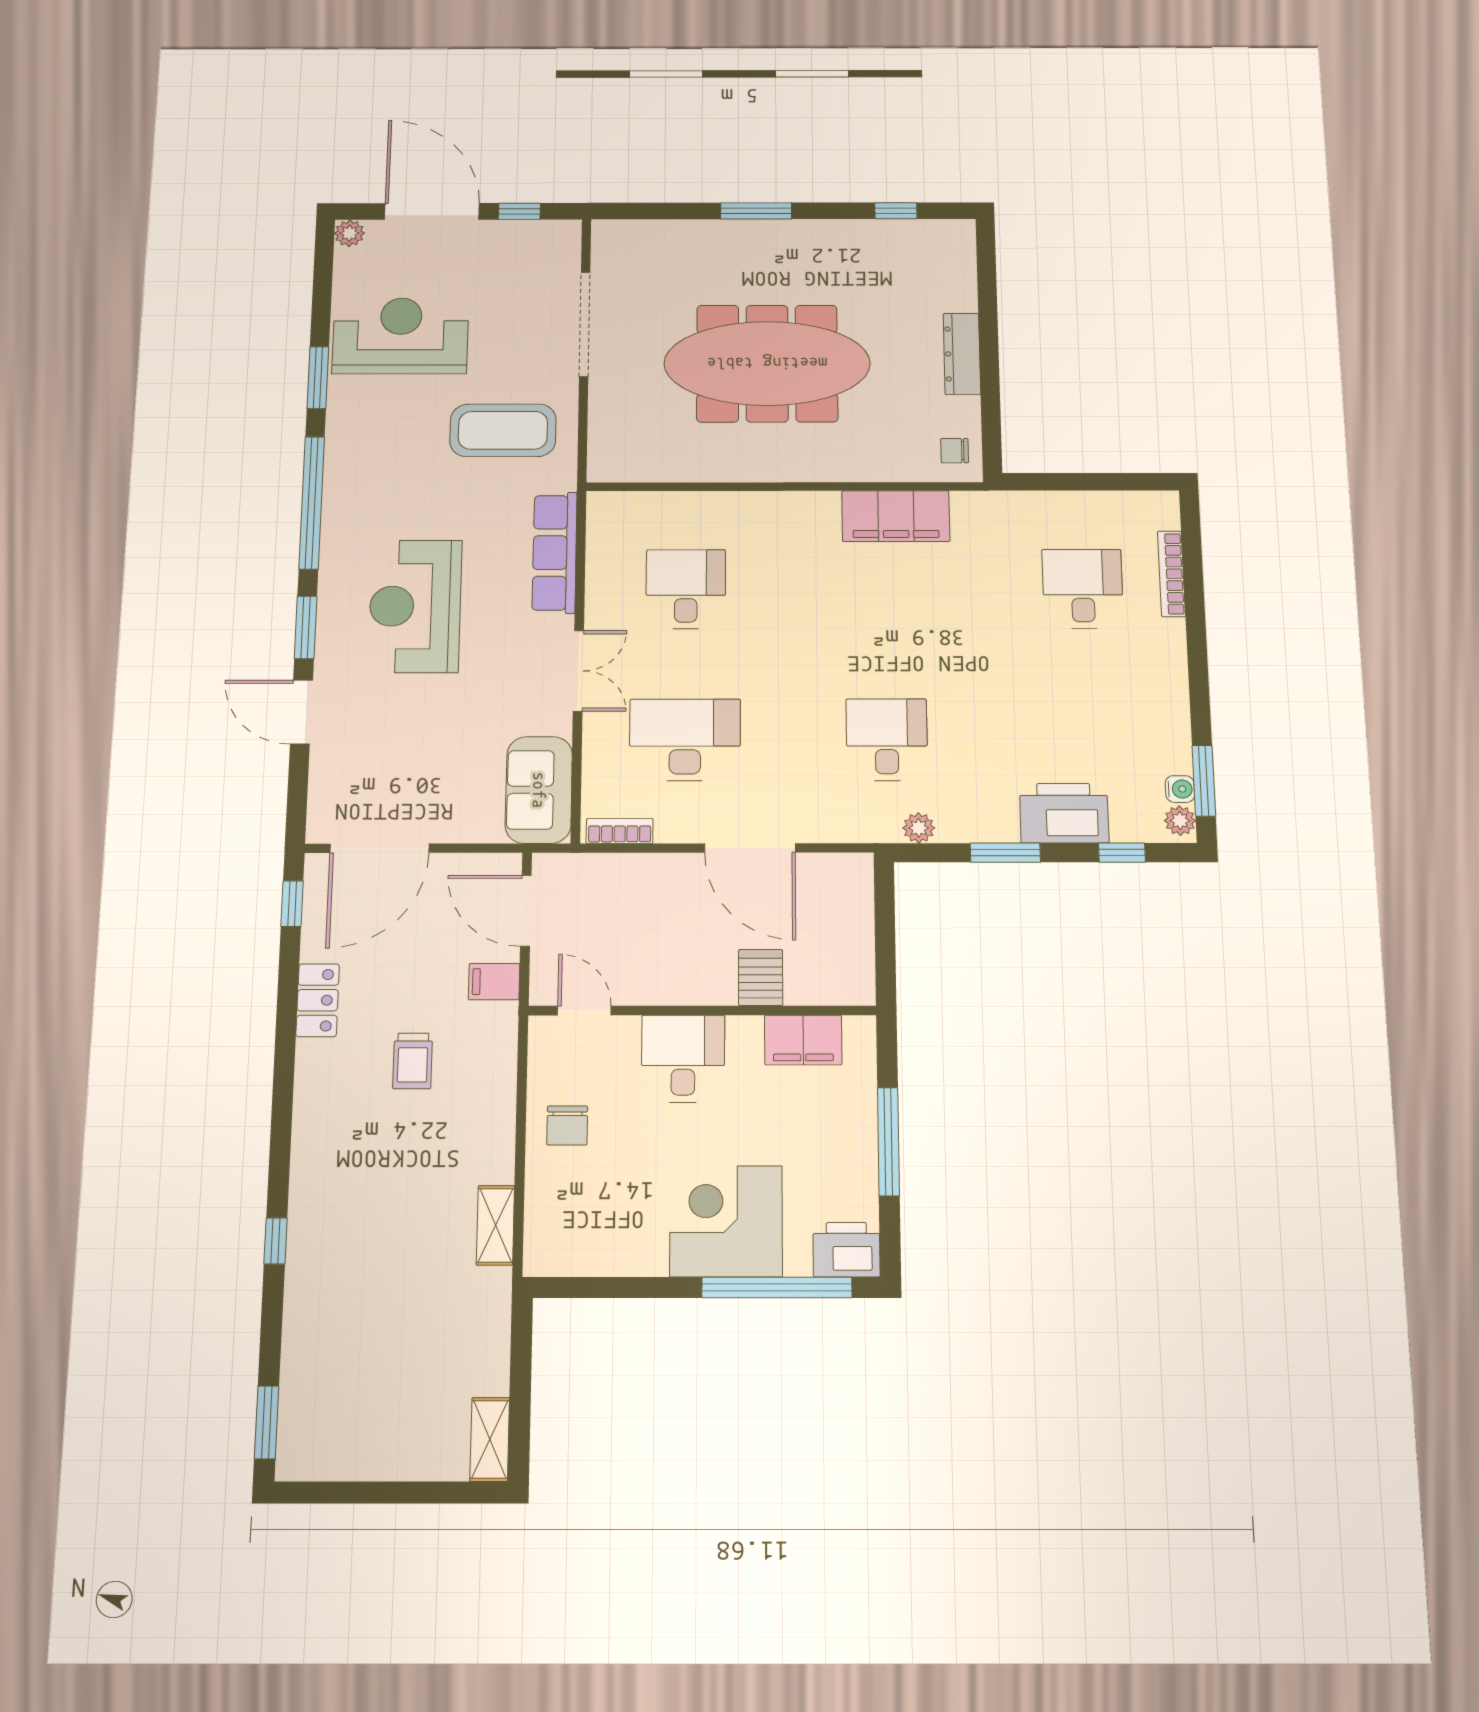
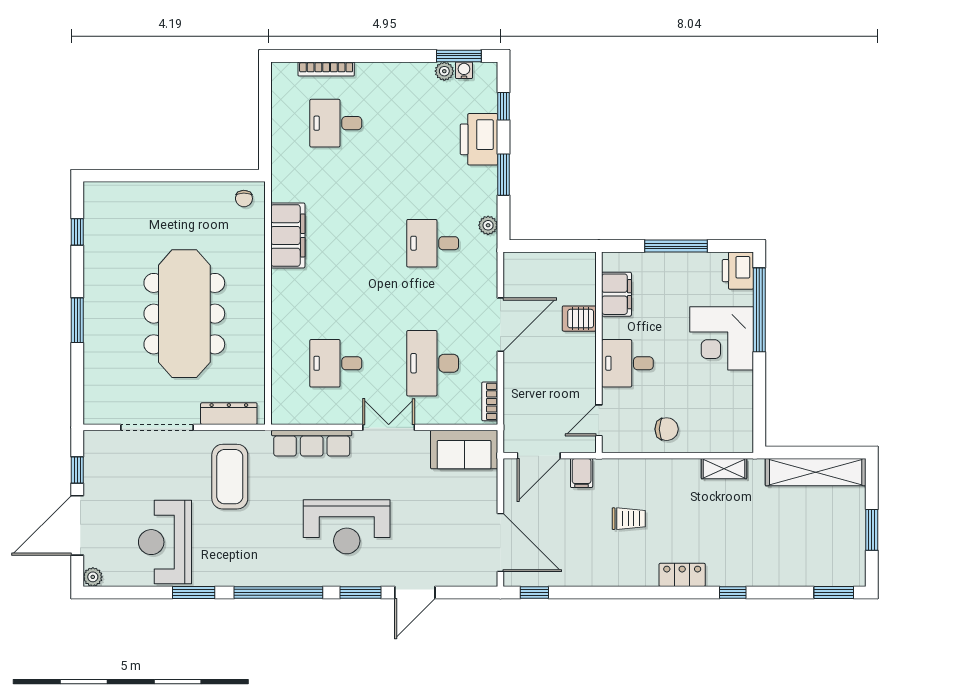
dresser: (962, 354) -> (229, 414), moved, turned 180
plant: (1180, 821) -> (444, 71), moved
locker: (318, 1000) -> (682, 575), moved
shelving: (490, 1439) -> (816, 472), width x2.20, depth x1.33
window: (377, 1493) -> (872, 530), added

